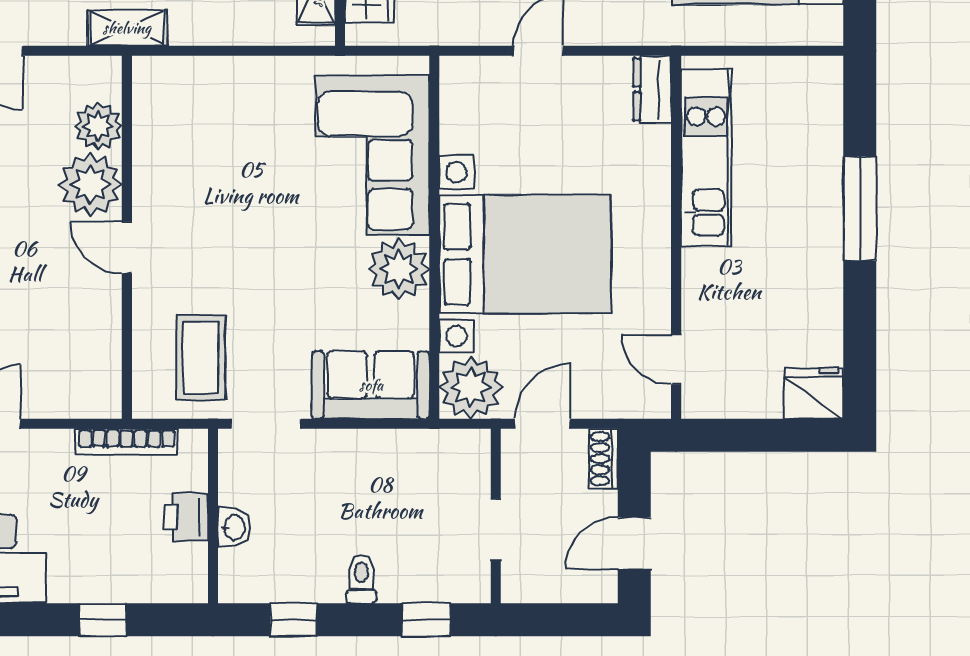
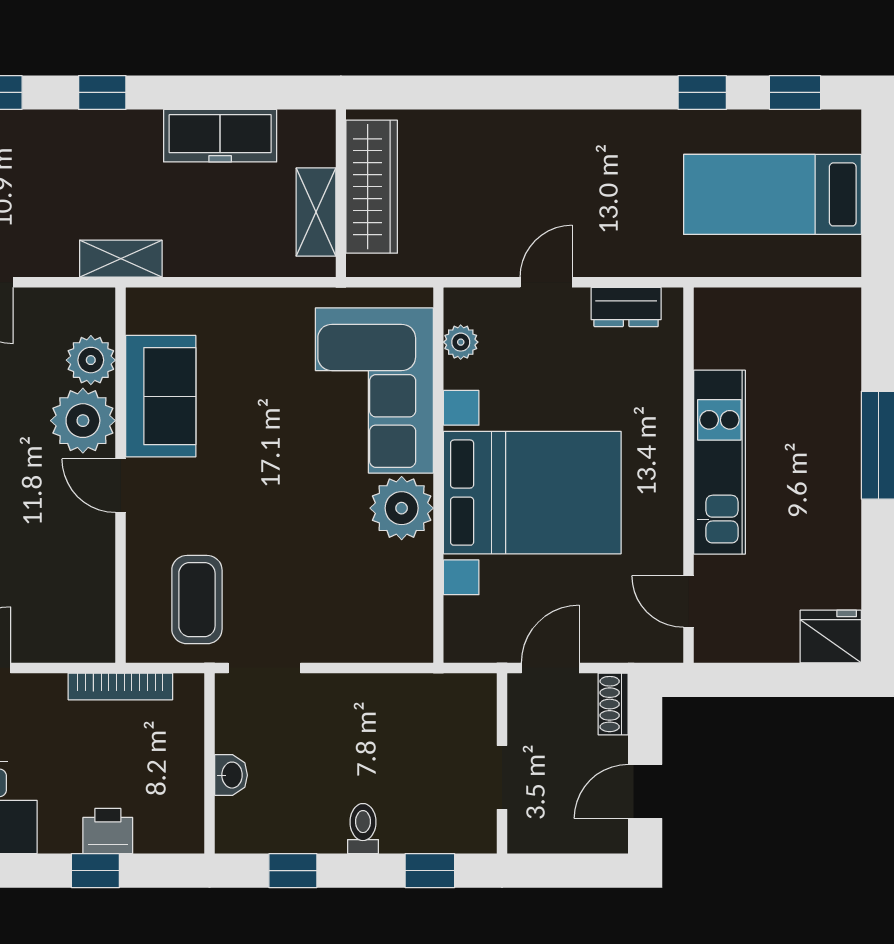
dresser: (652, 89) -> (626, 307), moved, turned -90
kitchen unit: (706, 157) -> (719, 462), moved
sofa: (371, 385) -> (161, 396), moved, turned 90
plant: (471, 388) -> (461, 342), moved, width x0.53, depth x0.53
printer: (186, 517) -> (108, 831), moved, turned 90

